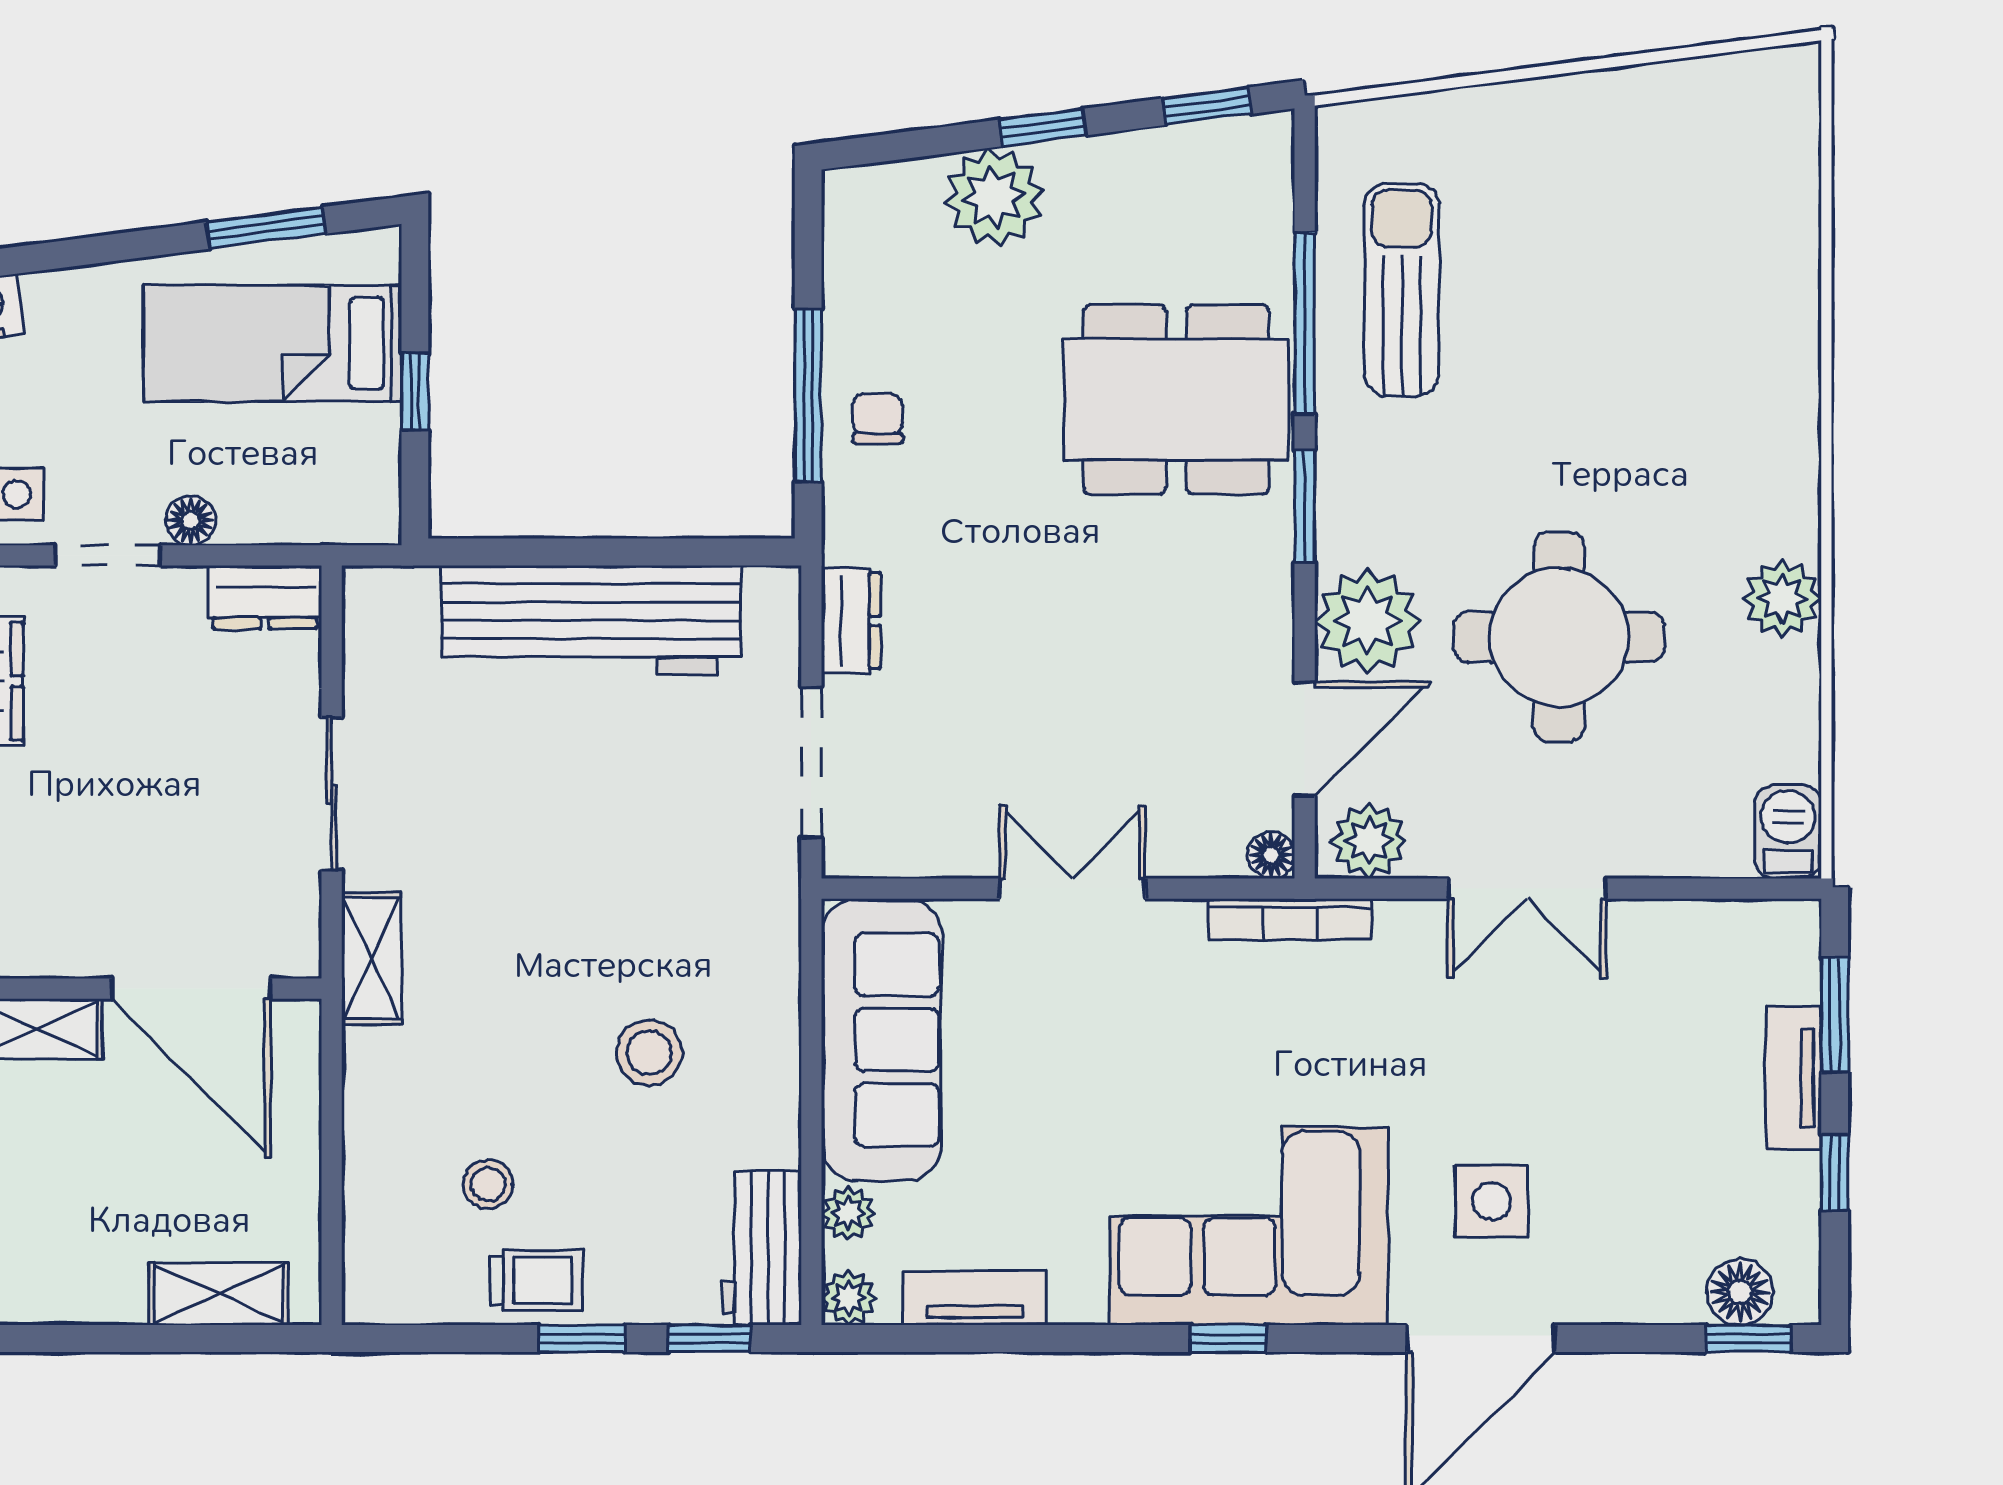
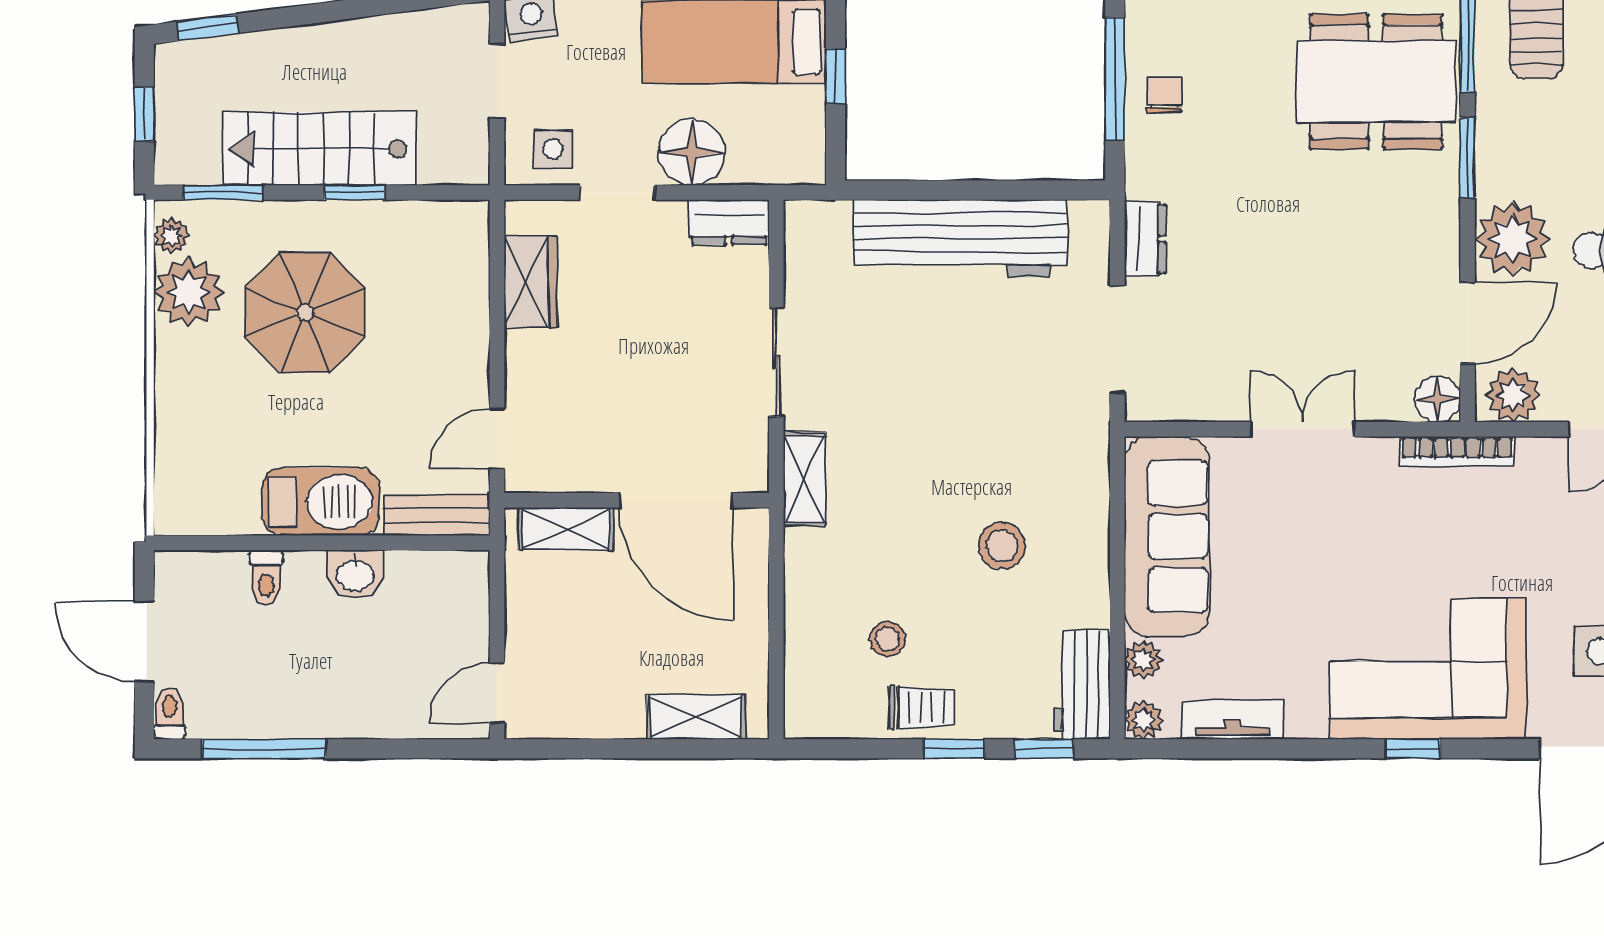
floor lamp: (190, 520) -> (692, 152), width x1.89, depth x1.89
floor lamp: (1271, 855) -> (1438, 399), width x1.37, depth x1.37

